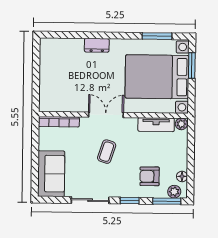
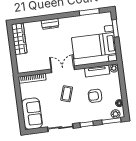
wardrobe: (48, 61) -> (19, 39), added
bed with nightstands: (157, 77) -> (94, 46), width x0.73
armchair: (150, 176) -> (95, 96), moved

